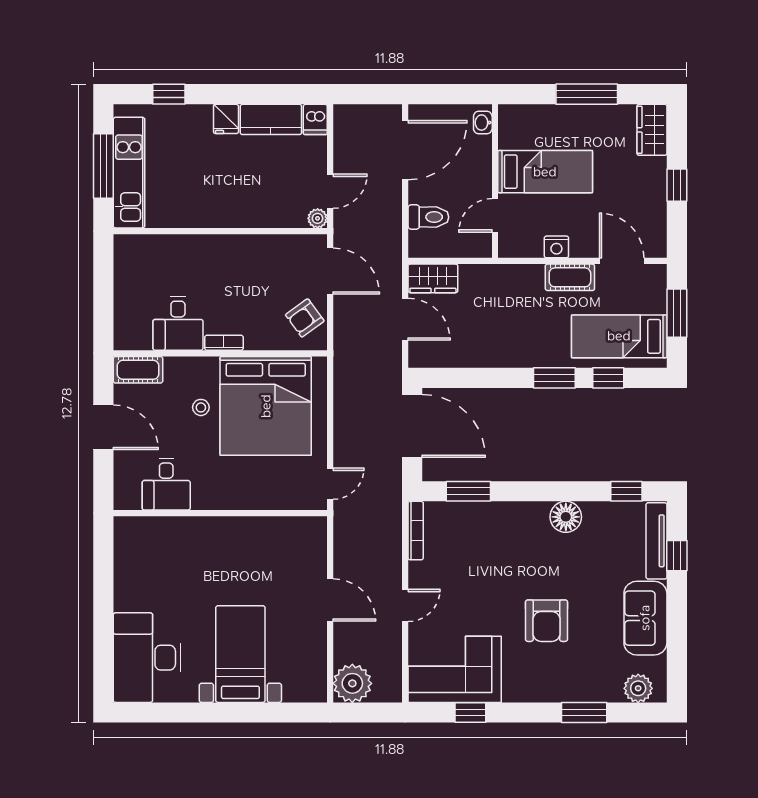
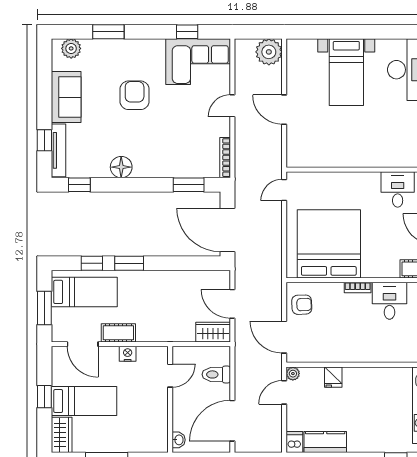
fridge: (226, 119) -> (333, 377), moved, turned 180
bed: (545, 172) -> (84, 401), moved, turned 180
armchair: (305, 318) -> (302, 305), turned 34
stool: (201, 407) -> (374, 243), removed

